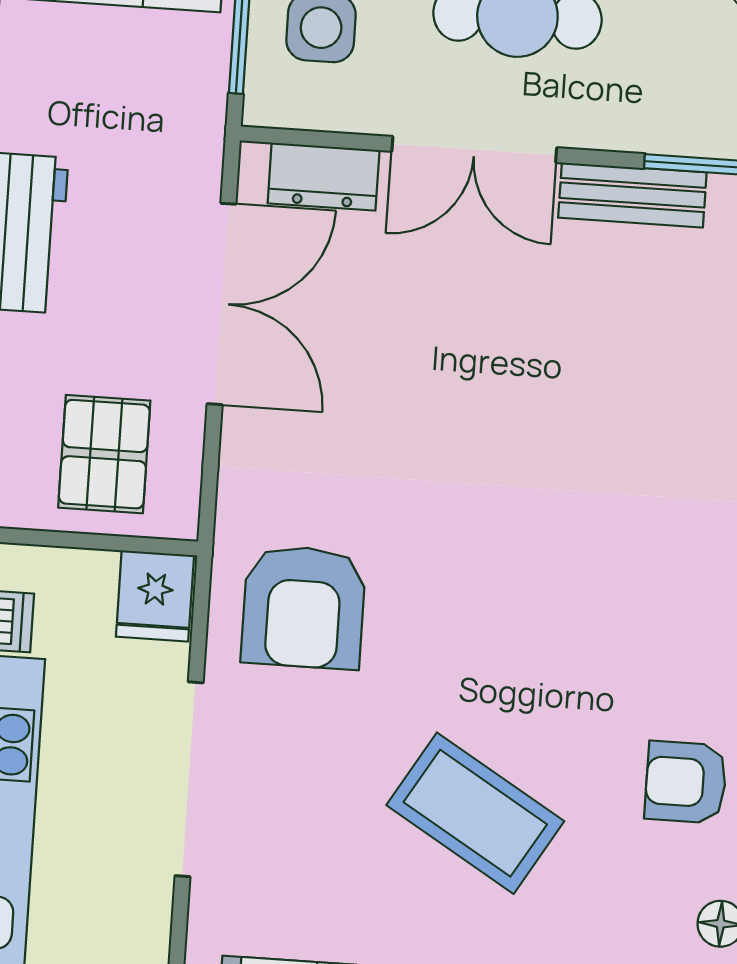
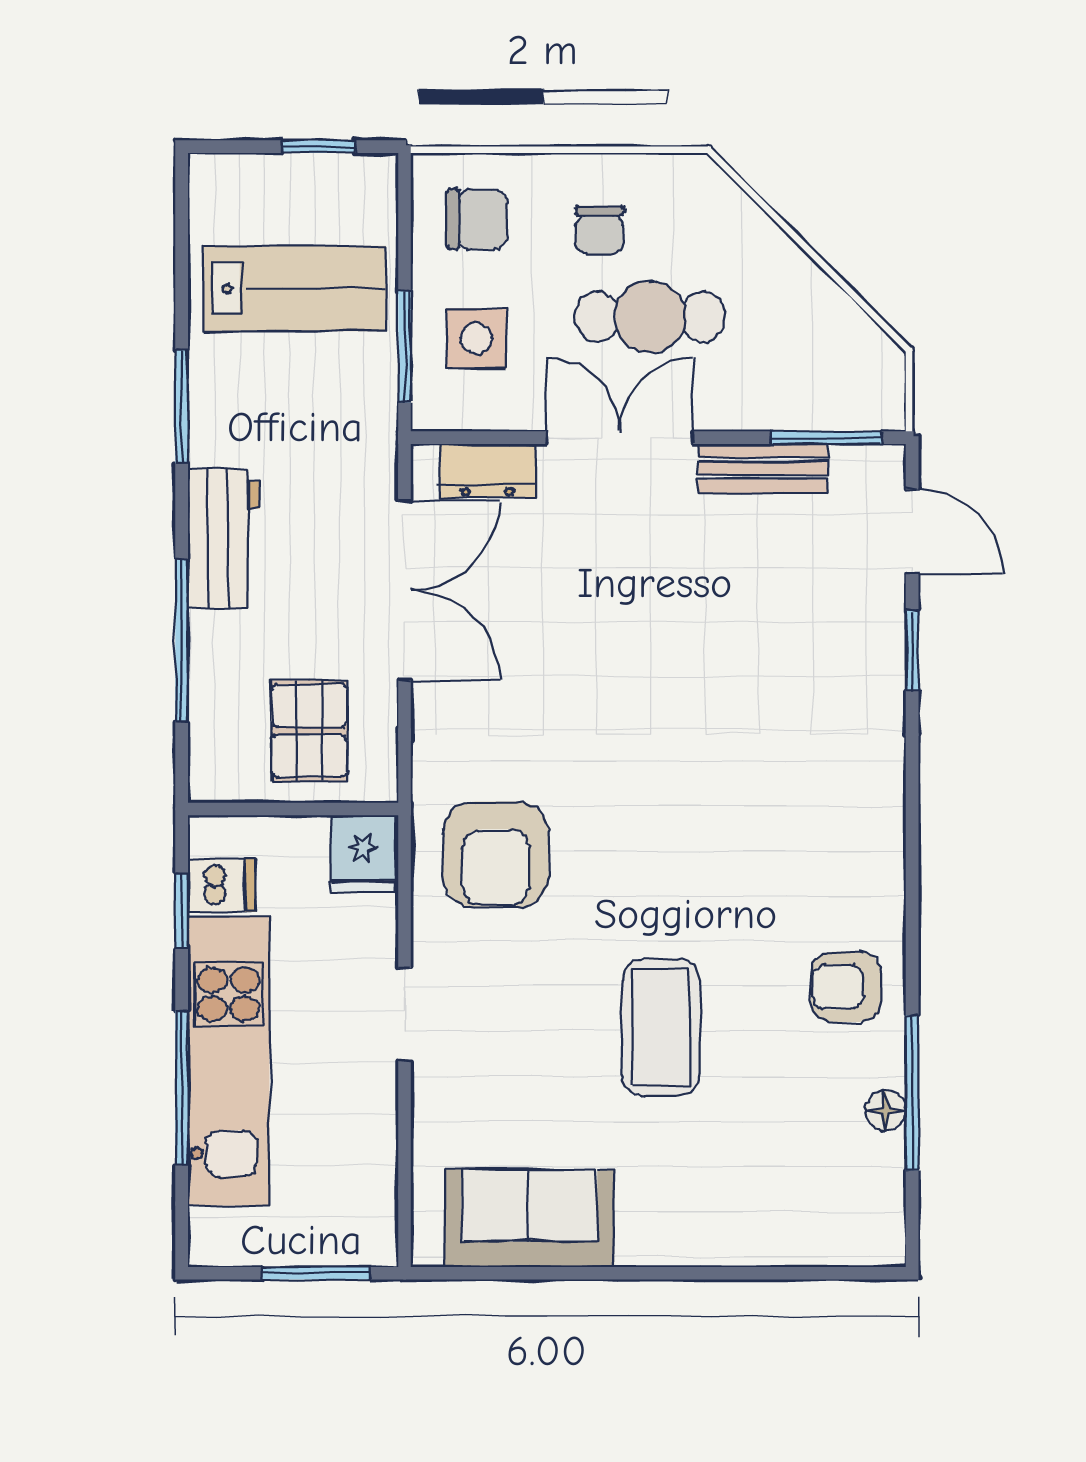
double door: (474, 149) -> (620, 438), swing flipped
doorway: (189, 779) -> (405, 1014), width x0.53
coffee table: (475, 813) -> (661, 1027), turned 59

